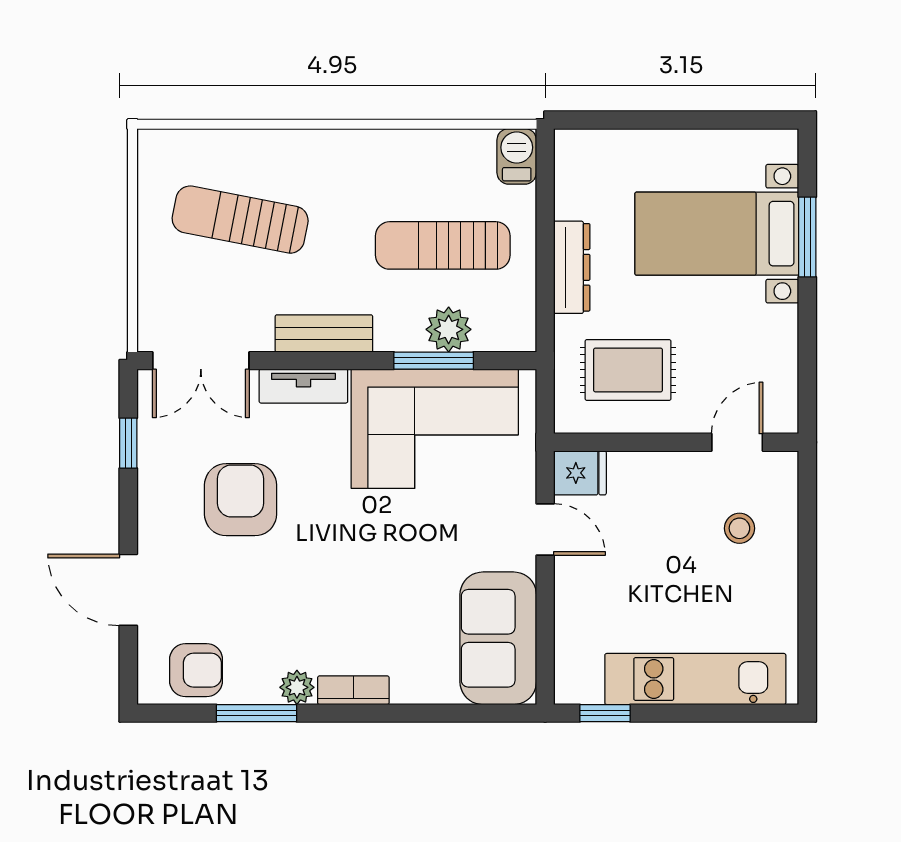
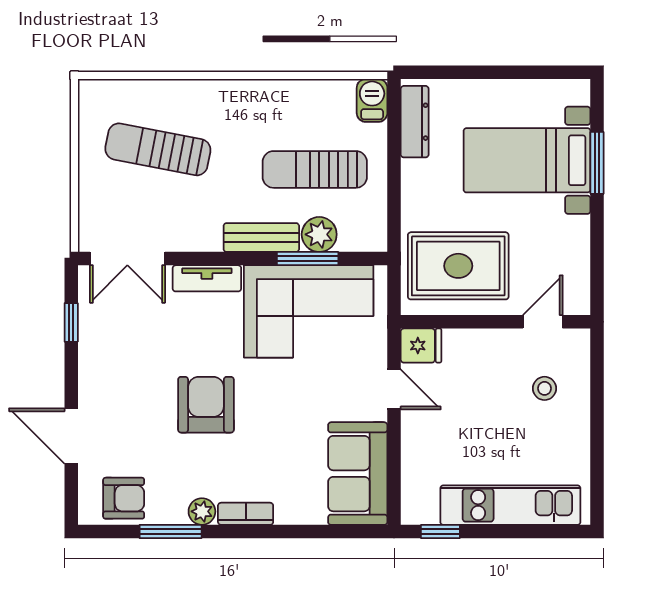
dresser: (572, 267) -> (415, 122), moved
bench: (324, 333) -> (261, 238), moved
rug: (628, 370) -> (458, 266), width x1.36, depth x1.43
armchair: (241, 500) -> (206, 405), moved

